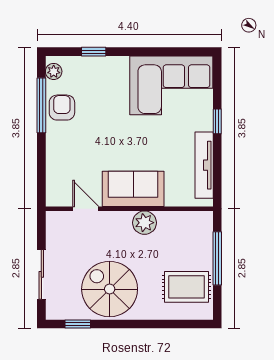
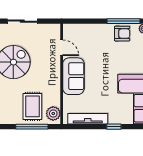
door: (86, 209) -> (62, 48), hinge flipped
plant: (144, 223) -> (53, 113), moved
rug: (186, 287) -> (32, 106), moved

